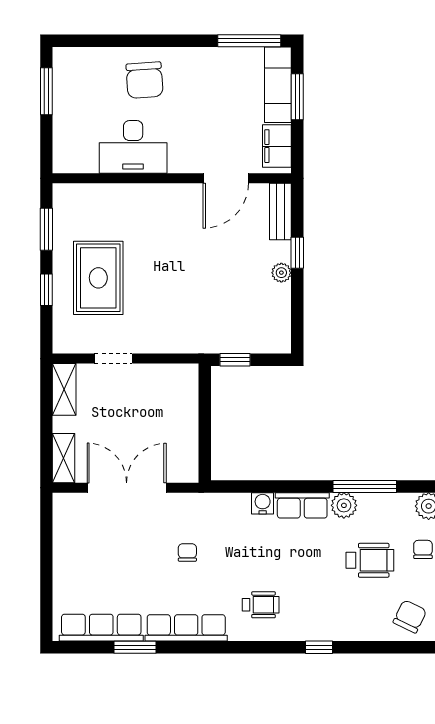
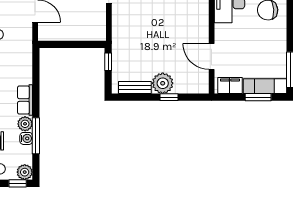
bench: (280, 212) -> (135, 88), moved
plant: (281, 273) -> (163, 83), width x1.87, depth x1.87
water cooler: (263, 503) -> (26, 138), moved

